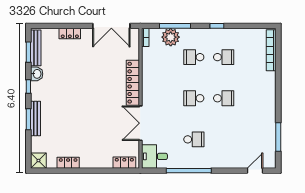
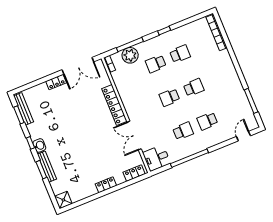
locker: (70, 34) -> (56, 82), moved
washbasin: (37, 74) -> (39, 145), moved
school desk: (224, 139) -> (207, 121), added
locker: (68, 163) -> (106, 185), moved

